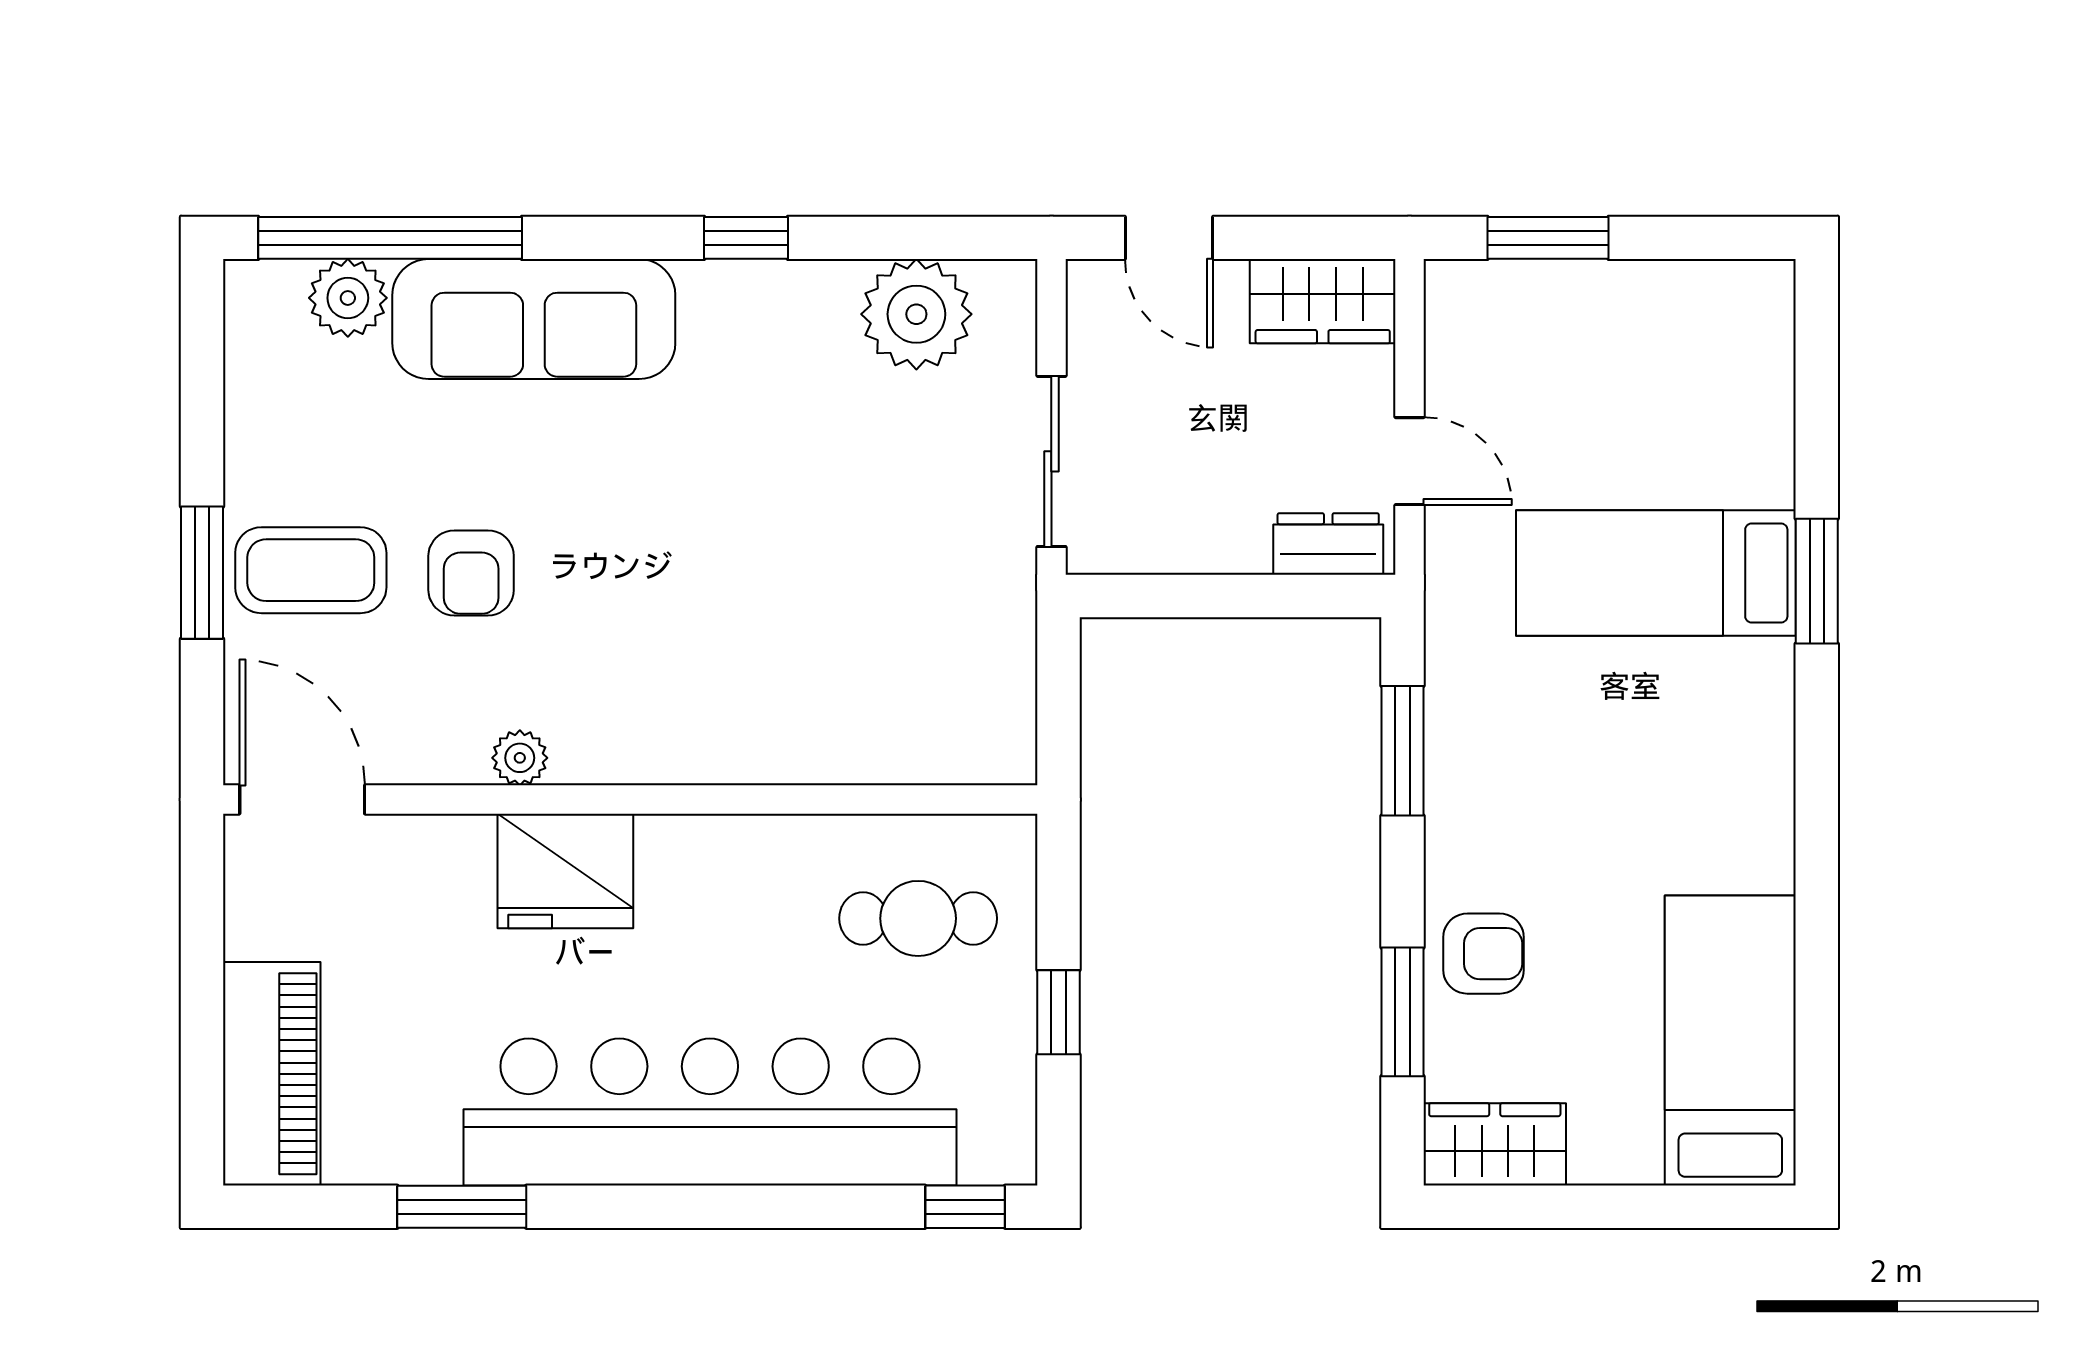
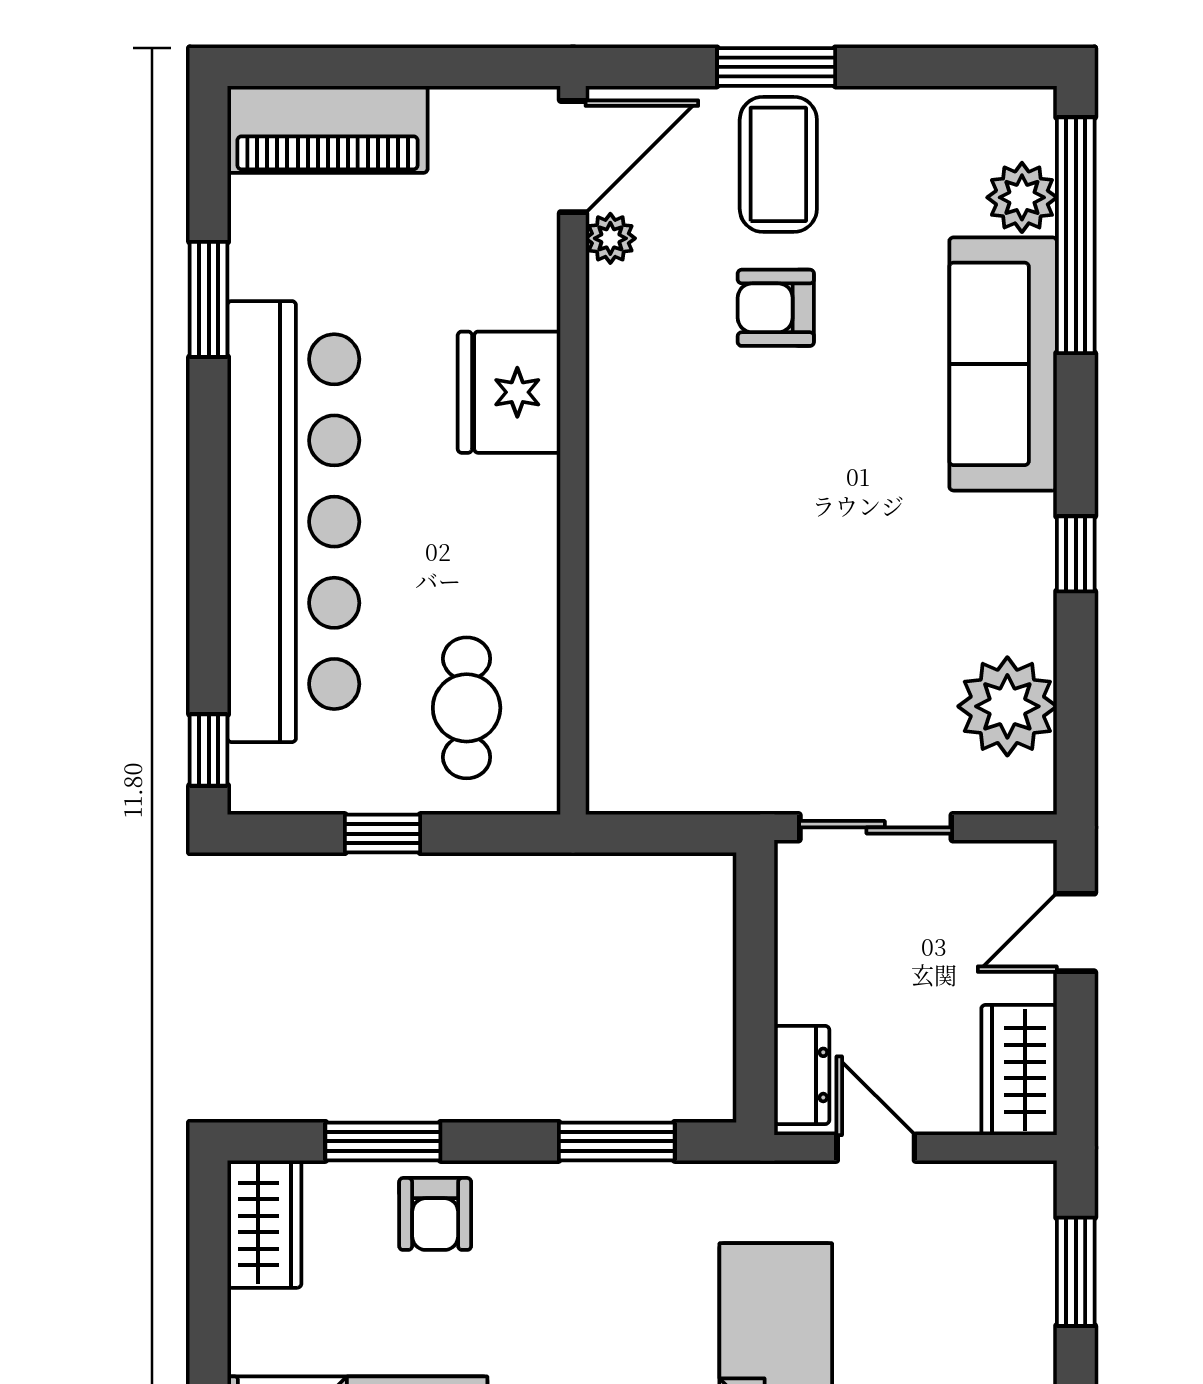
door: (1410, 461) -> (876, 1148), swing flipped
plant: (520, 758) -> (610, 238), moved

